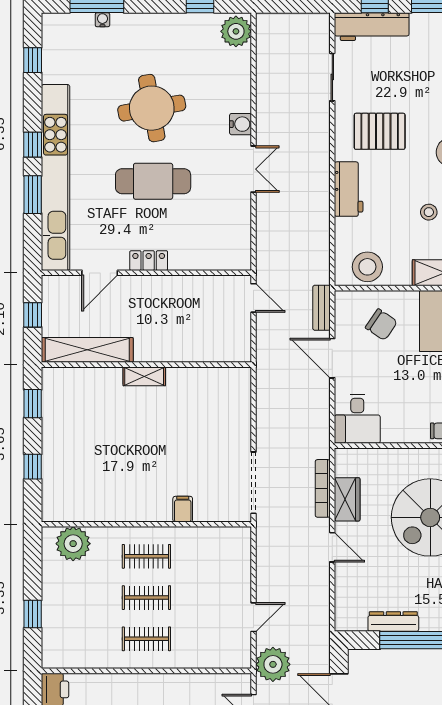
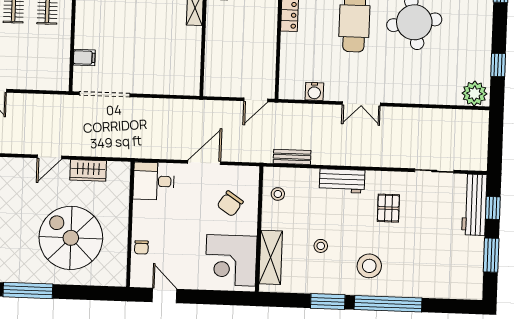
water cooler: (241, 124) -> (314, 91), moved
pallet: (380, 131) -> (388, 208), width x0.67, depth x0.71
stool: (367, 267) -> (278, 194), width x0.53, depth x0.53
bench: (321, 308) -> (292, 157), moved
bookcase: (323, 488) -> (98, 151), removed
filing cabinet: (183, 509) -> (84, 58), moved

